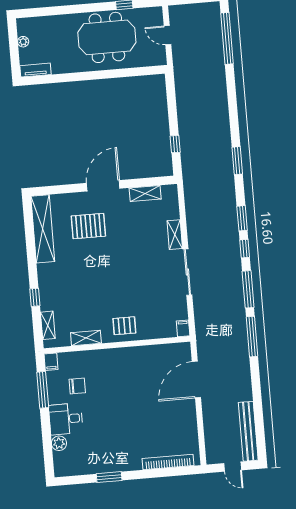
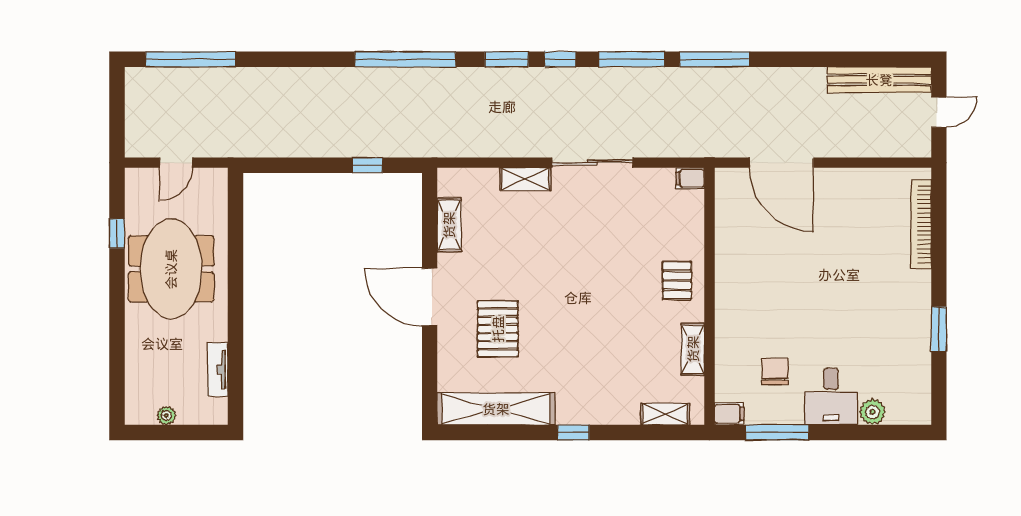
tv unit: (35, 70) -> (218, 369), moved
window: (237, 161) -> (405, 59), width x2.11
window: (35, 297) -> (573, 432), moved

